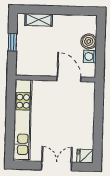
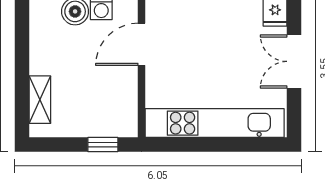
window: (12, 42) -> (103, 145), moved

